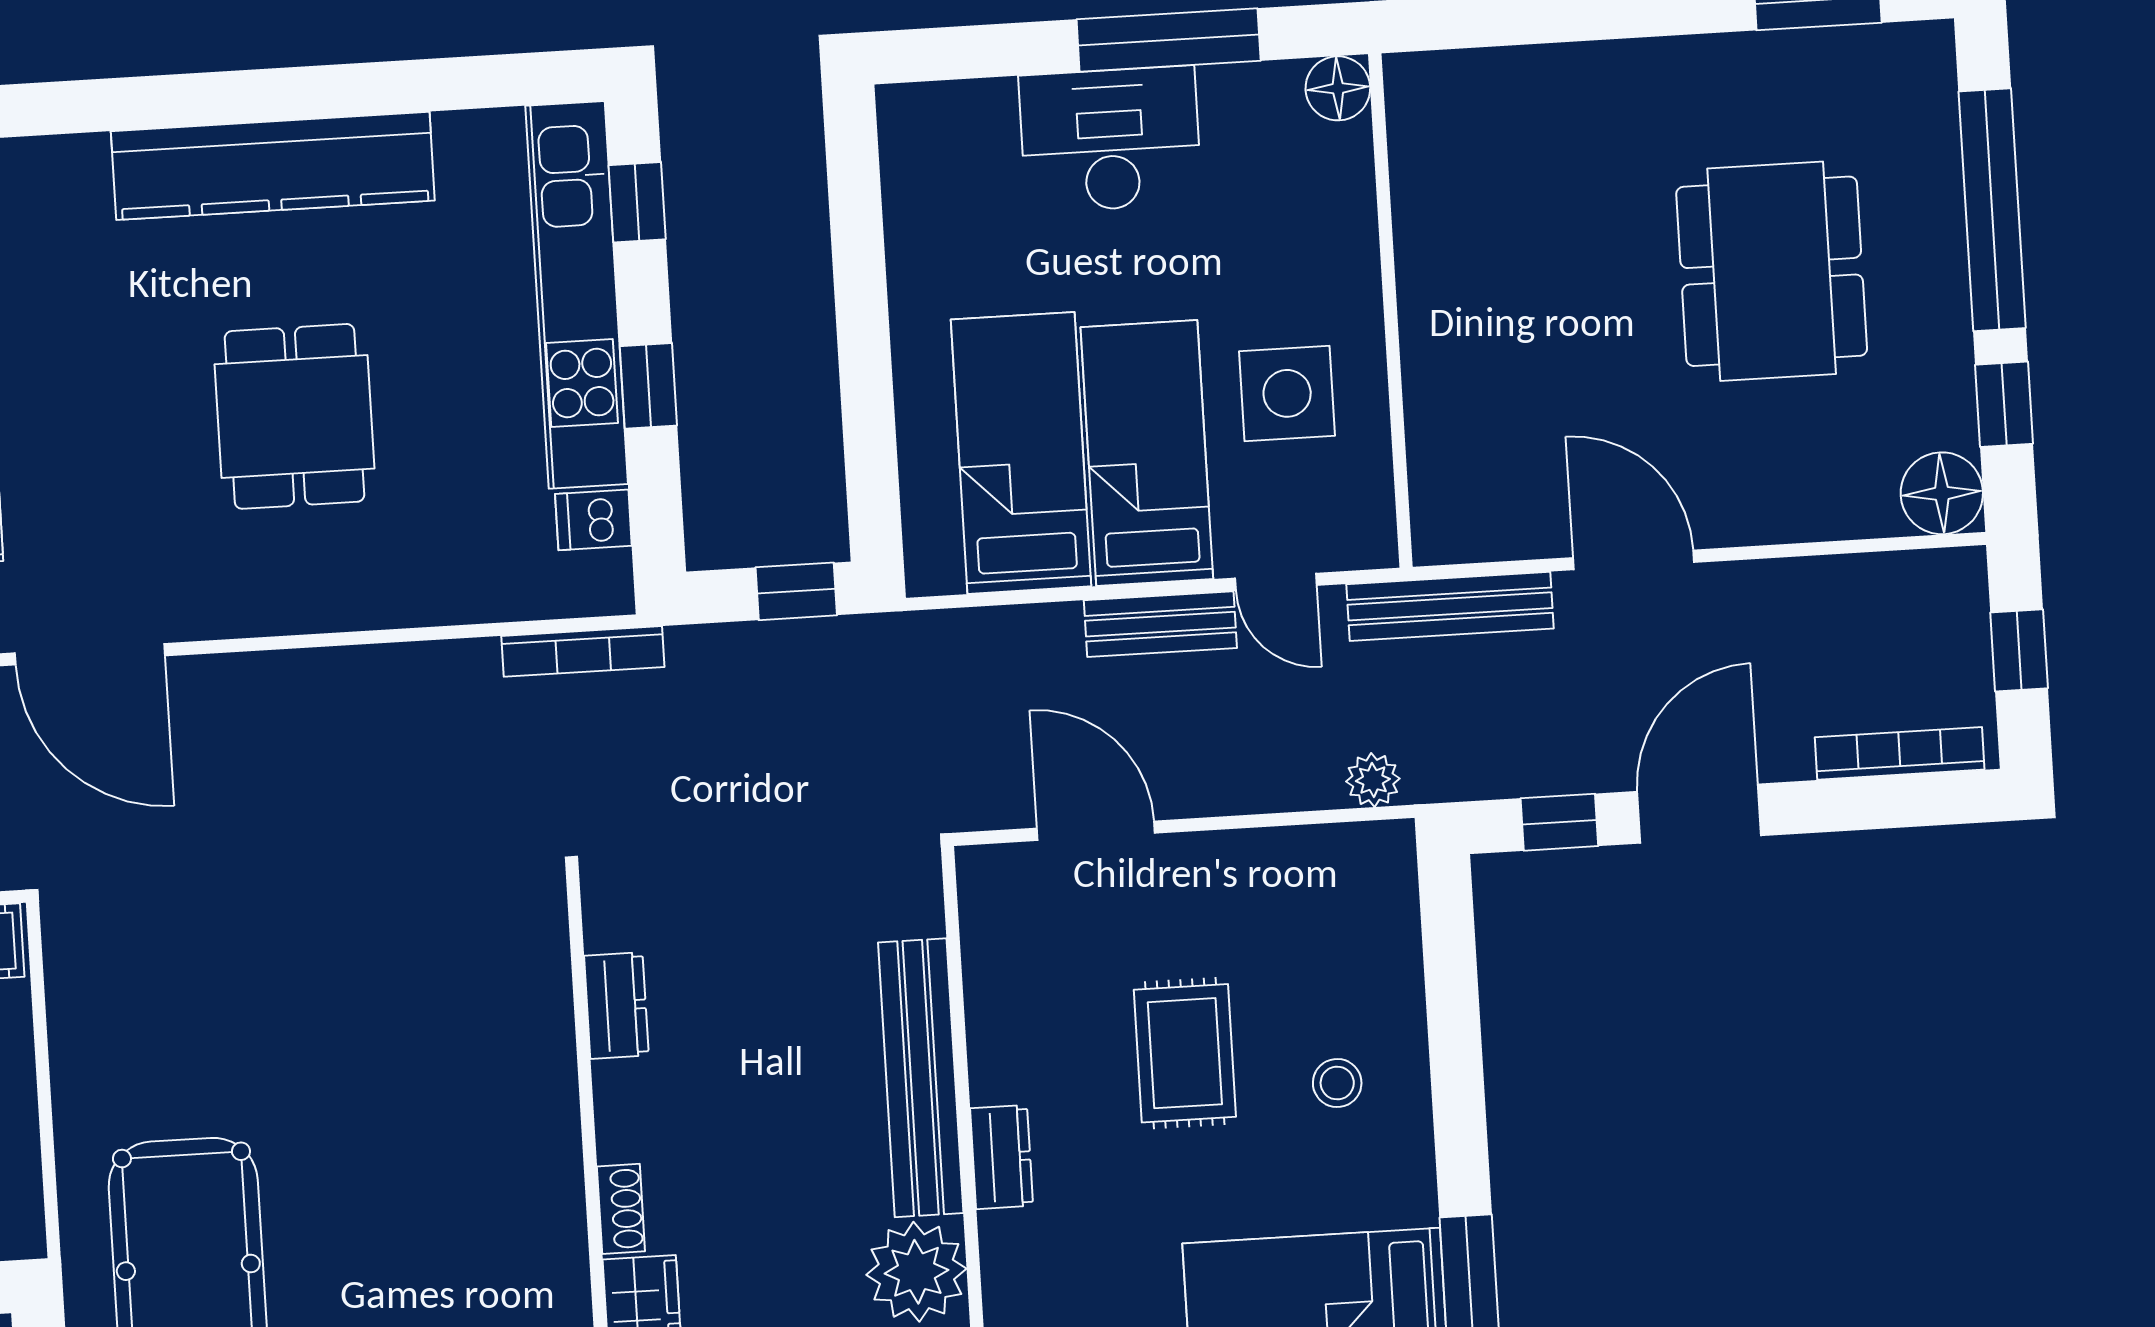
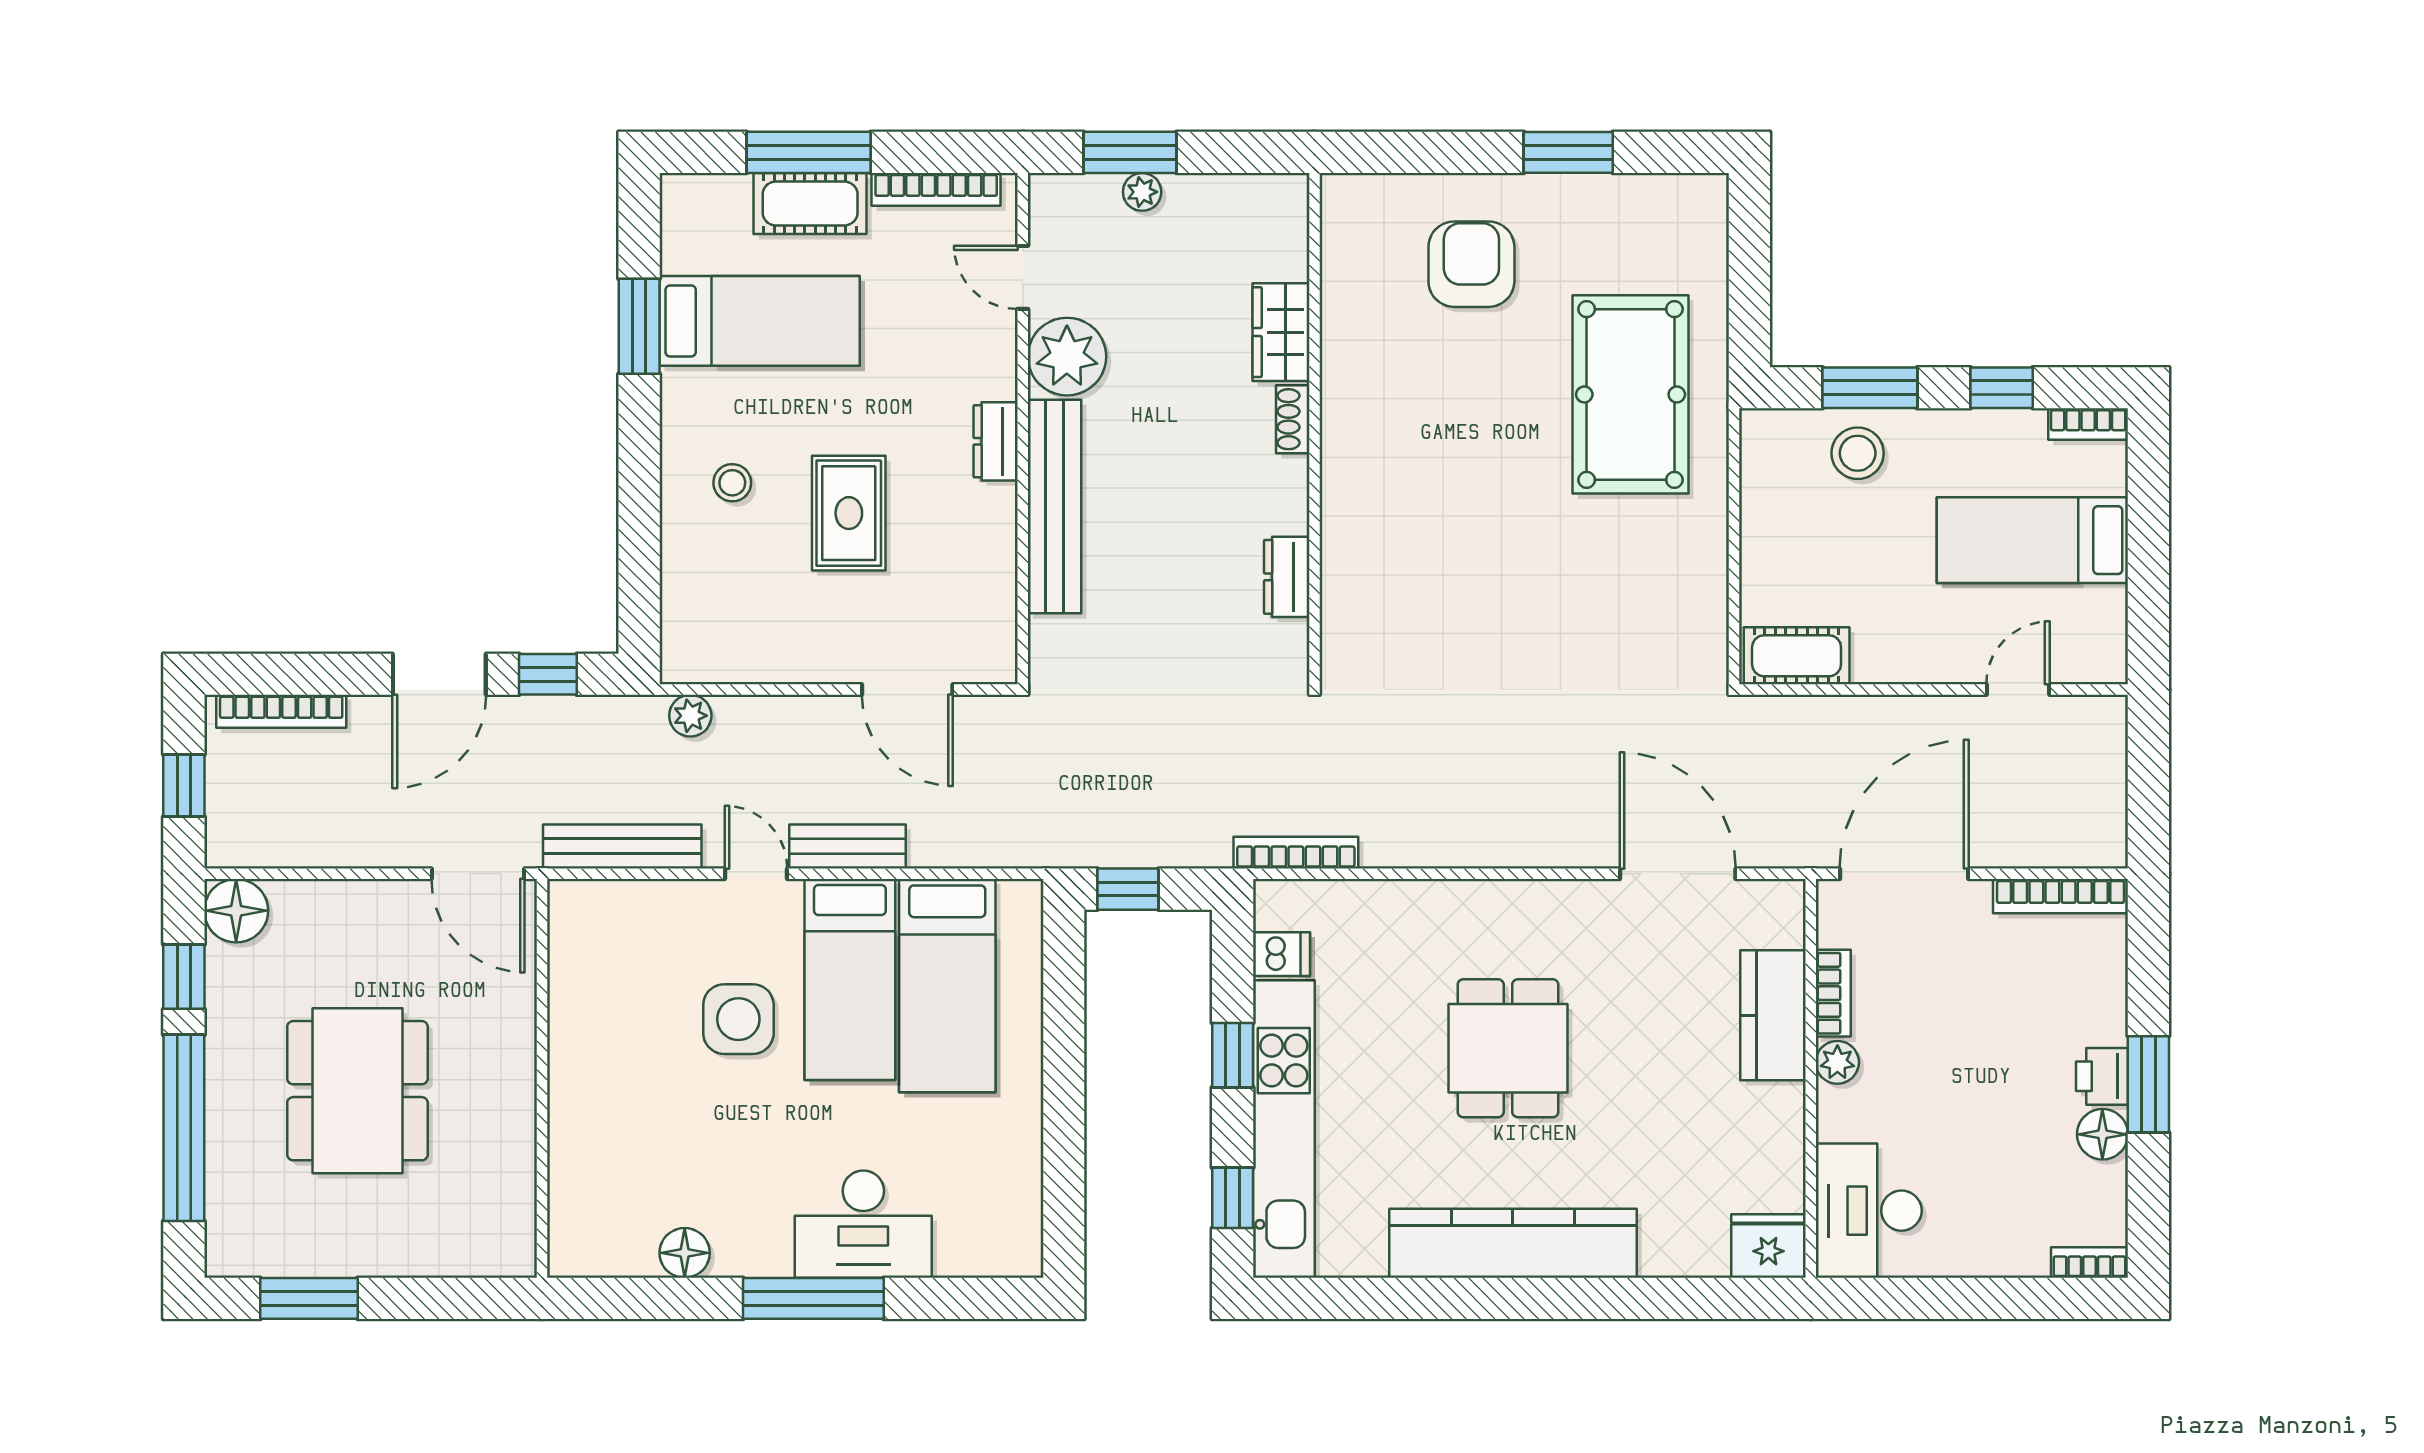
wall: (1390, 311) -> (542, 1078), moved

